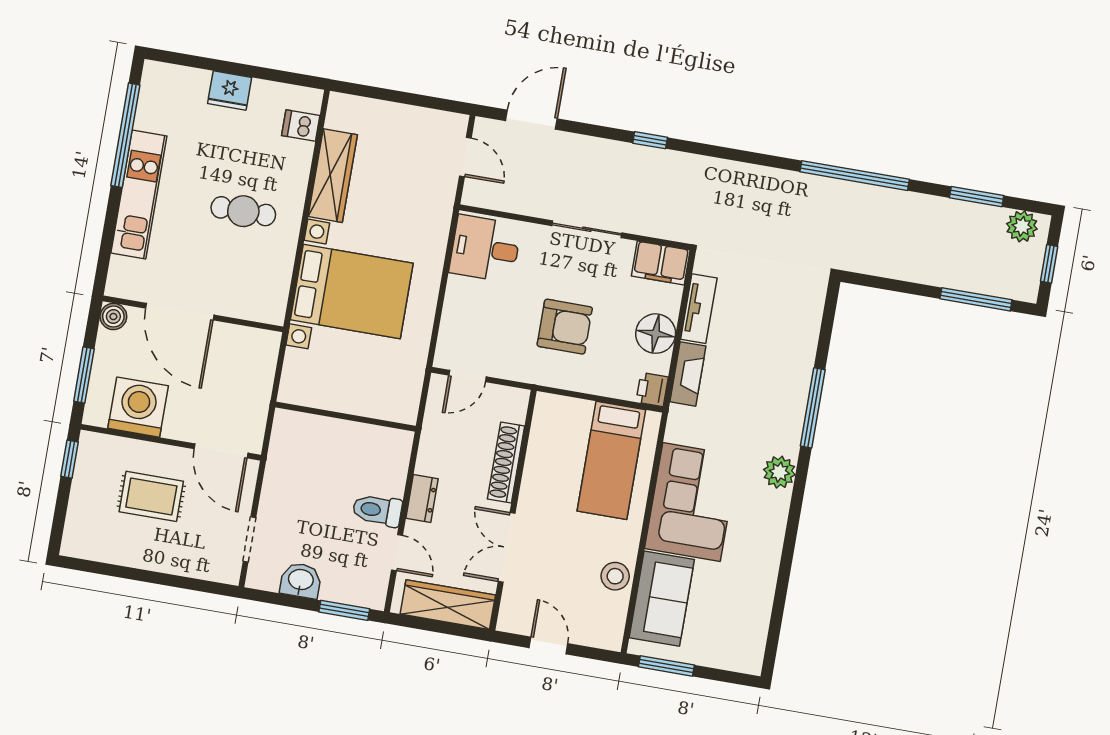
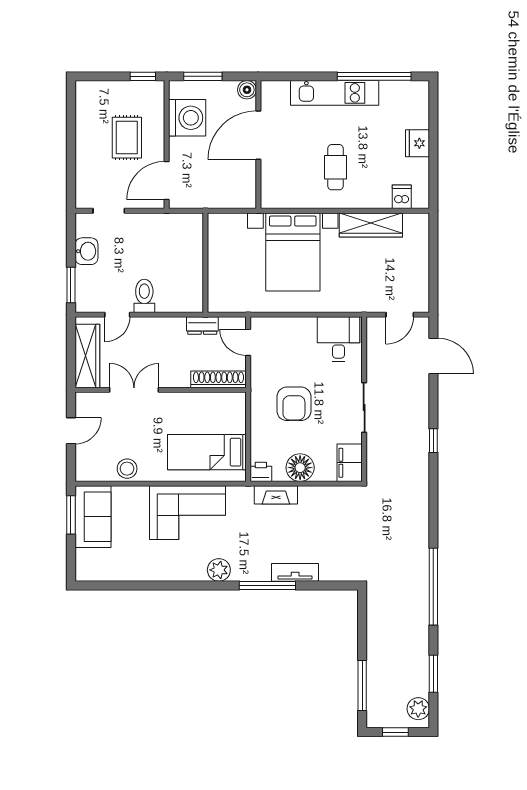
tv unit: (699, 309) -> (295, 572), moved, turned 180
shoe rack: (506, 462) -> (219, 379), moved
dresser: (422, 499) -> (202, 325), moved
sofa: (662, 599) -> (93, 517), moved, turned -90

